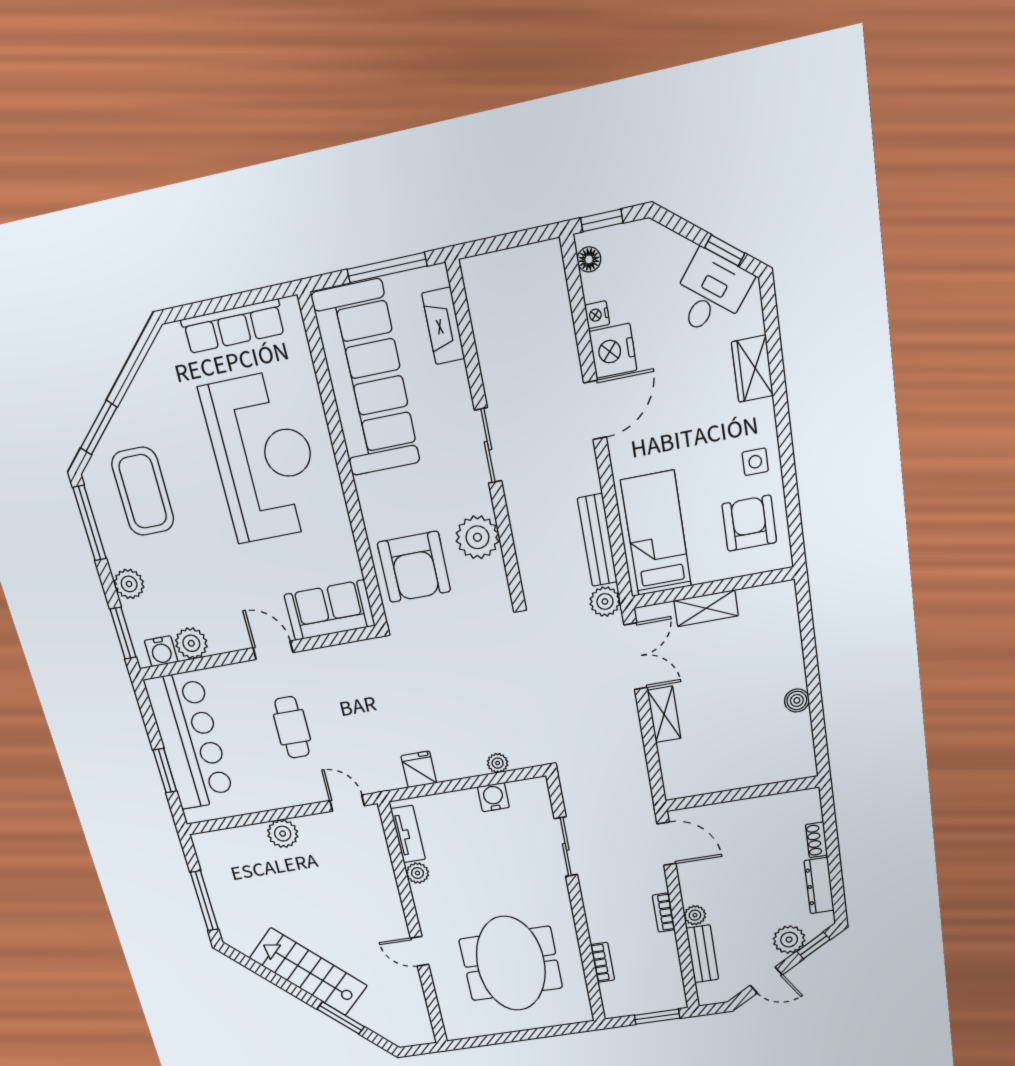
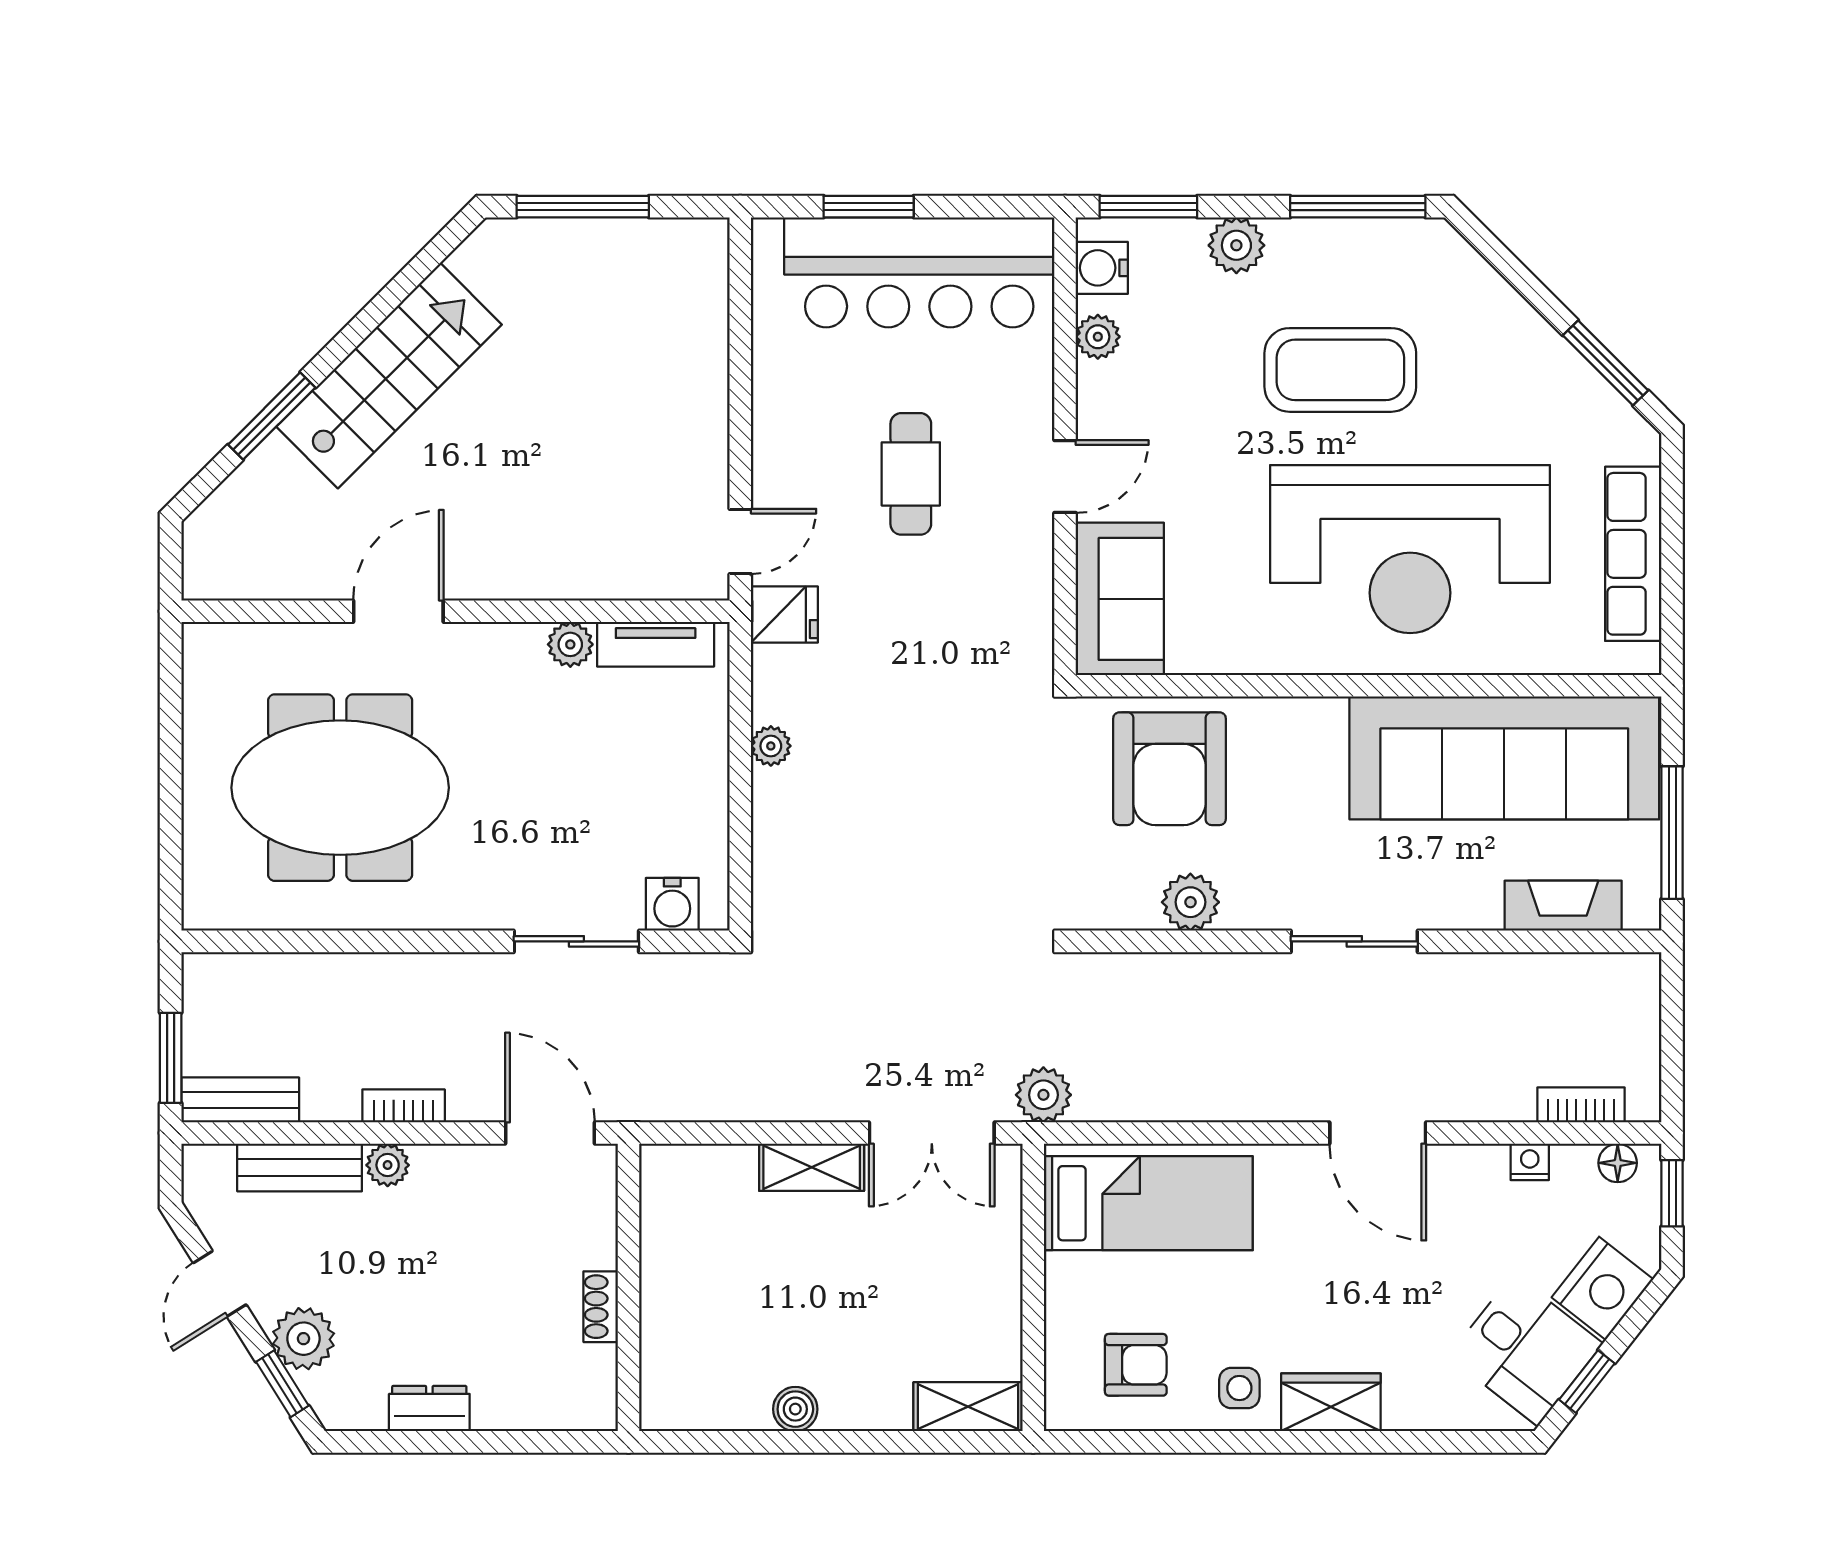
nightstand: (613, 351) -> (1602, 1288), moved, turned 128
wardrobe: (752, 369) -> (1331, 1402), moved
window: (99, 428) -> (1605, 363), moved
coffee table: (143, 492) -> (1340, 370), moved
armchair: (749, 523) -> (1136, 1365), width x0.72, depth x0.72
plant: (477, 537) -> (1190, 902), width x0.73, depth x0.73
bench: (597, 540) -> (240, 1100), moved, width x0.73
armchair: (414, 567) -> (1170, 769), turned -90
shelving: (706, 608) -> (968, 1407), moved, turned 90
plant: (191, 643) -> (1098, 337), width x0.73, depth x0.73
cafe table: (292, 727) -> (911, 474), turned 90
plant: (498, 763) -> (771, 746), moved
fridge: (419, 769) -> (784, 615), moved
water cooler: (493, 797) -> (672, 904), moved, turned 90
plant: (283, 834) -> (699, 401), removed
shoe rack: (816, 840) -> (601, 1307), moved, turned -90
door: (666, 844) -> (550, 1133), swing flipped
dresser: (819, 886) -> (429, 1409), width x0.70
door: (420, 951) -> (398, 611), width x1.38
bookcase: (603, 962) -> (1581, 1105), moved, turned 180

